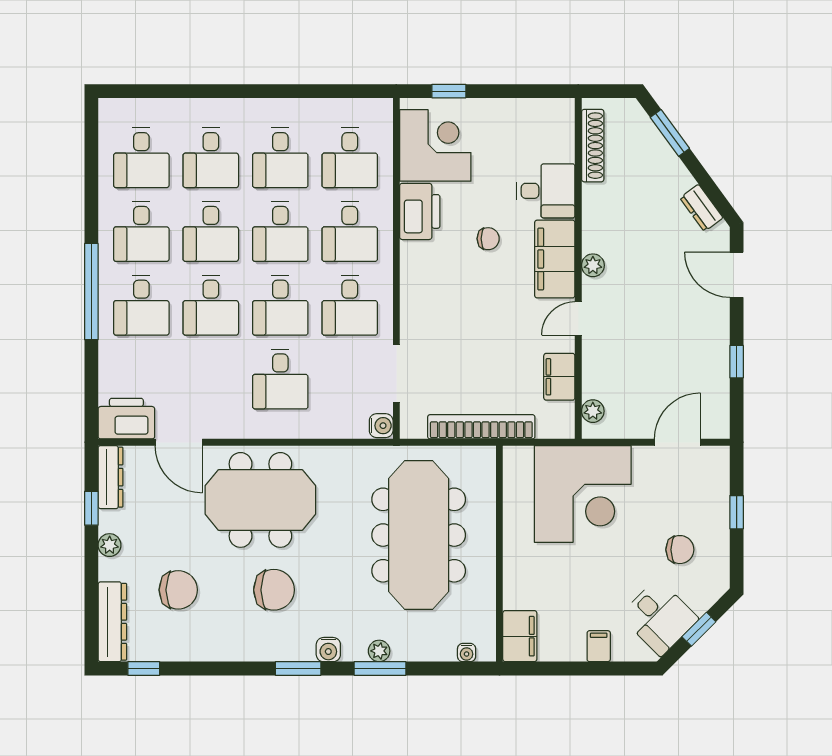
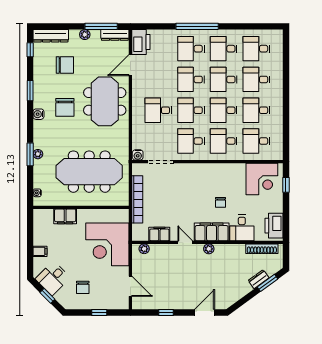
dresser: (701, 208) -> (259, 279), moved
printer: (420, 211) -> (274, 226), moved, turned 90
window: (91, 508) -> (101, 26), width x2.17
chair: (178, 590) -> (65, 65), turned -90
filing cabinet: (520, 636) -> (65, 216), moved
water cooler: (328, 650) -> (38, 114), moved
window: (298, 668) -> (30, 91), moved

